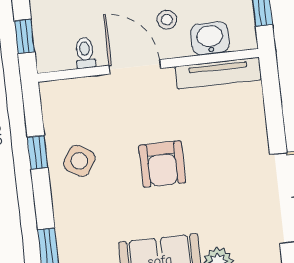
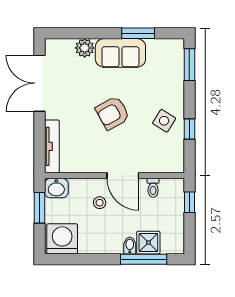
washbasin: (210, 38) -> (56, 188), moved
tv unit: (218, 73) -> (52, 146), moved, turned 90
armchair: (162, 164) -> (113, 113), turned -119

